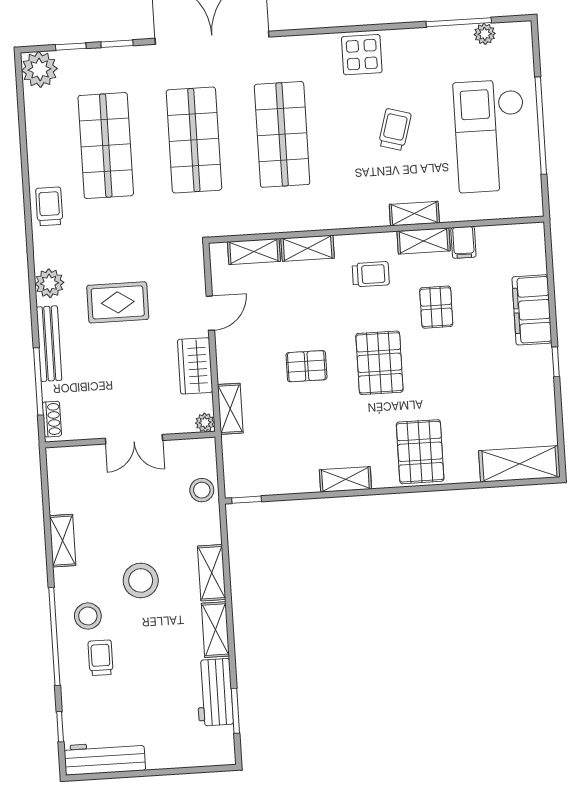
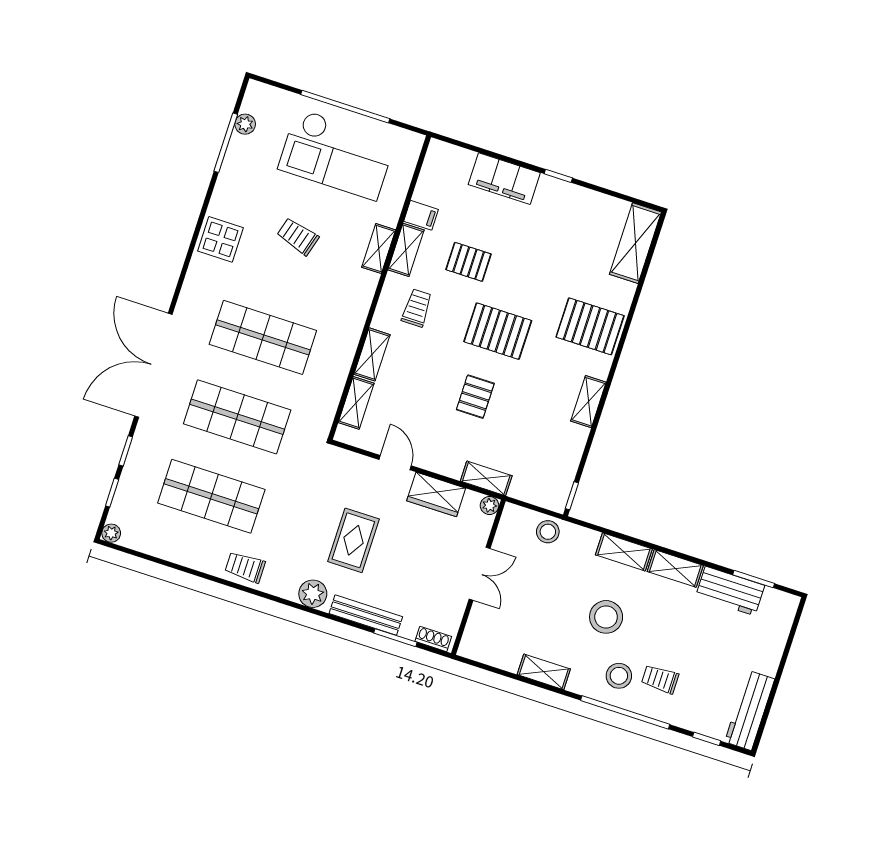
plant: (40, 69) -> (111, 533), width x0.53, depth x0.53
window: (38, 381) -> (395, 638), width x0.69

